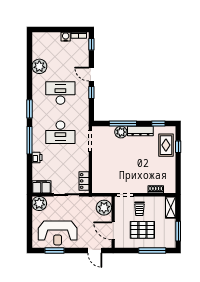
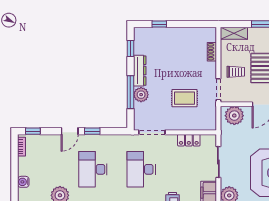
water cooler: (66, 37) -> (23, 182), moved
desk: (60, 132) -> (141, 169), turned 180
rug: (166, 145) -> (185, 98), moved
locker: (84, 181) -> (189, 140), moved

